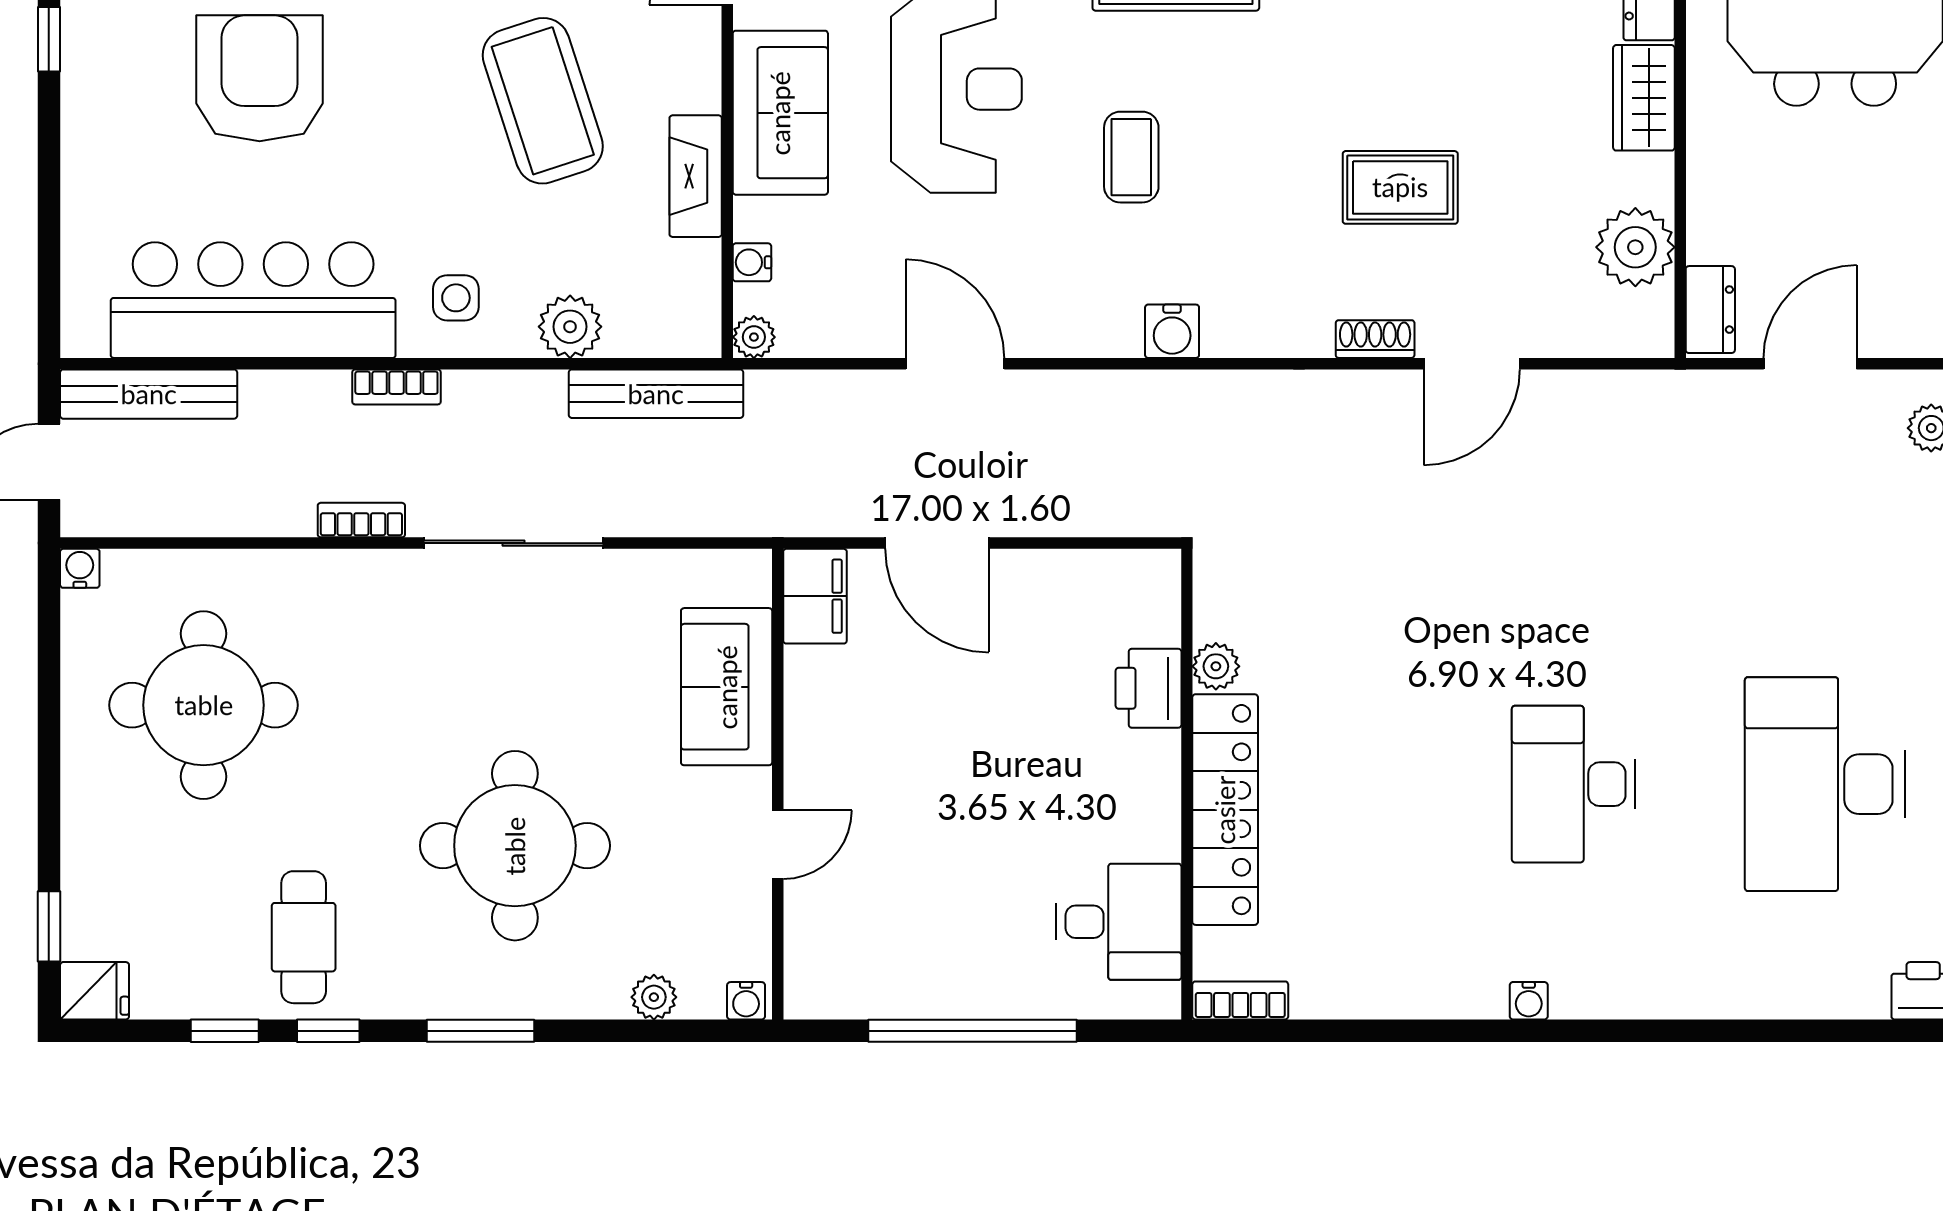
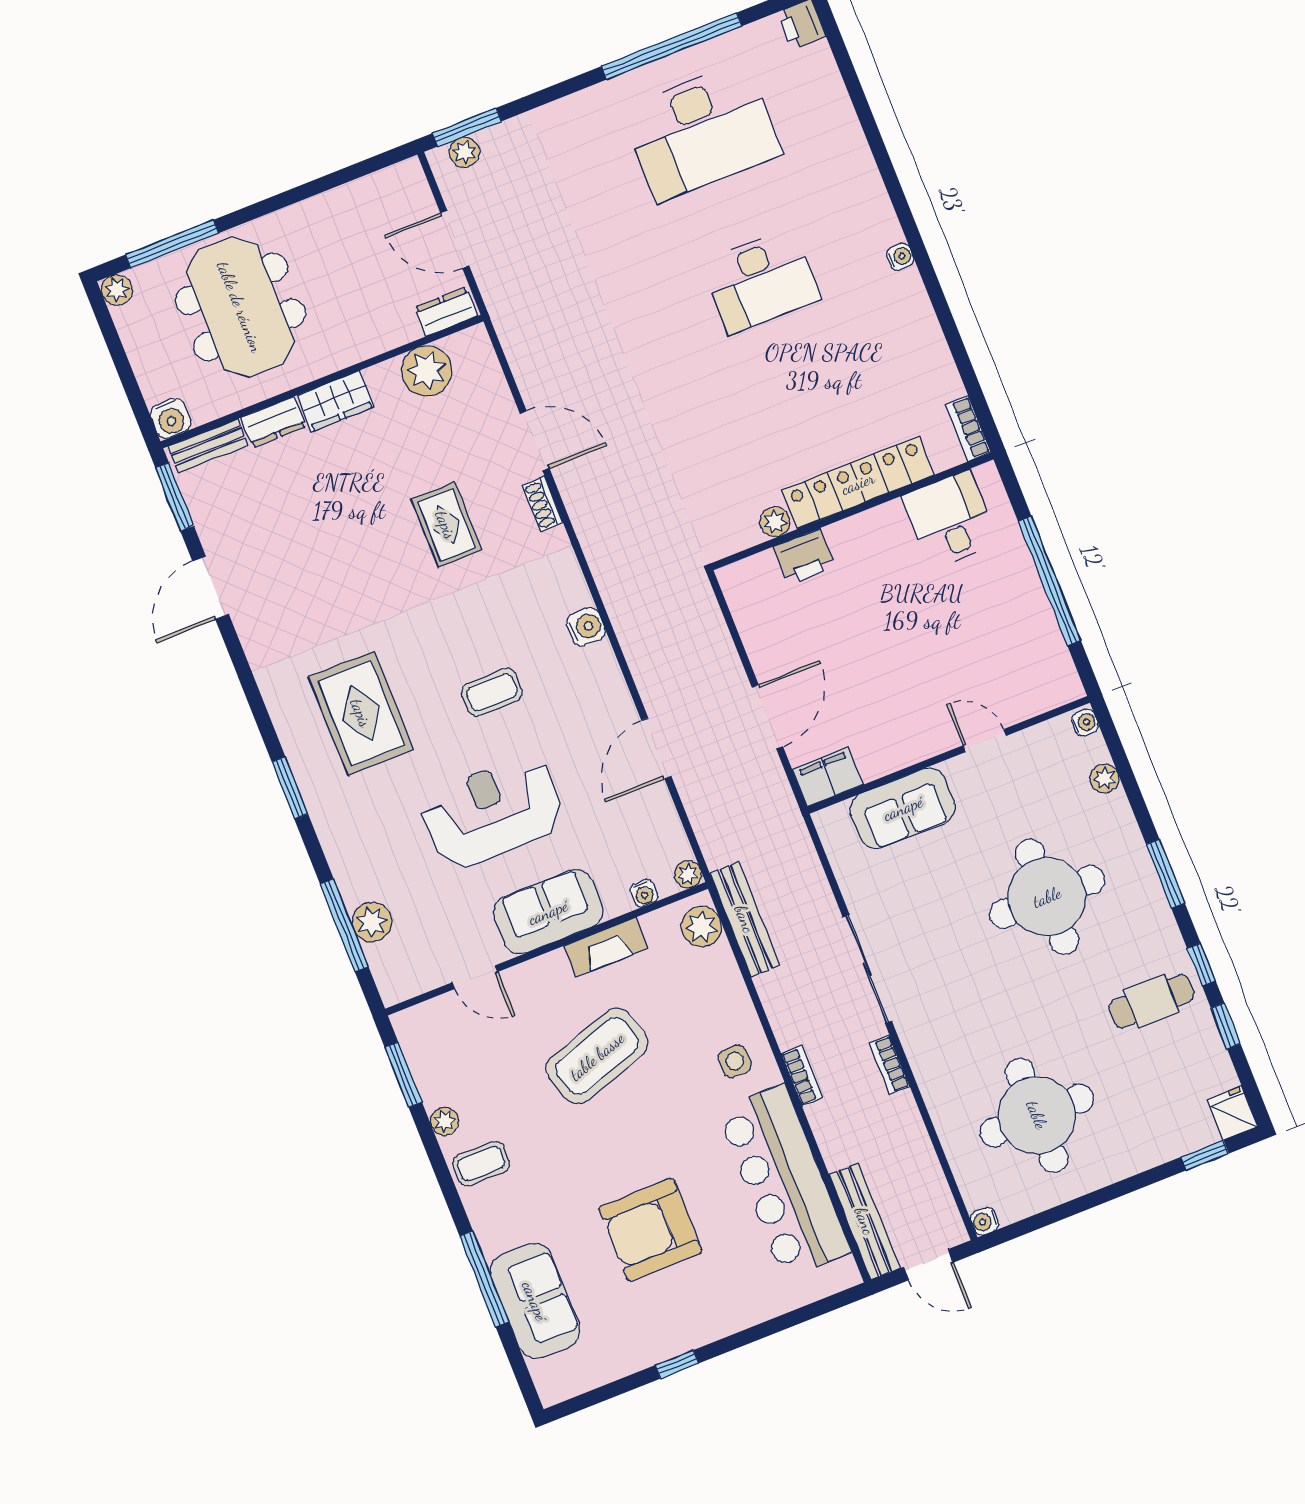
plant: (570, 327) -> (701, 927), moved

